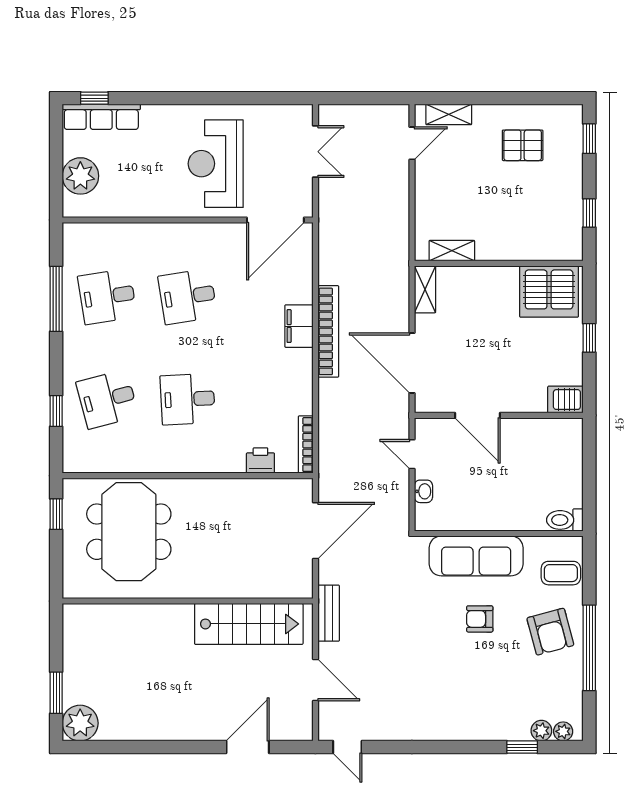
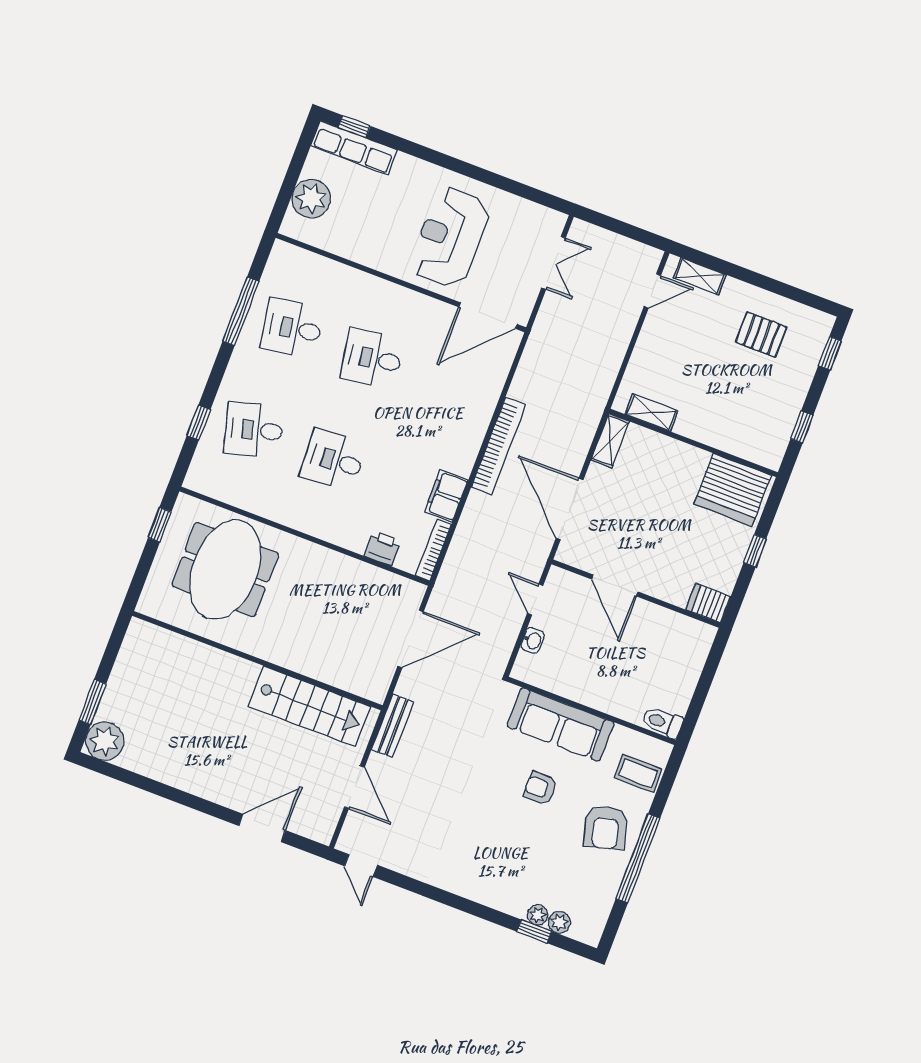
filing cabinet: (299, 326) -> (446, 496), moved
plant: (563, 731) -> (537, 915), moved

